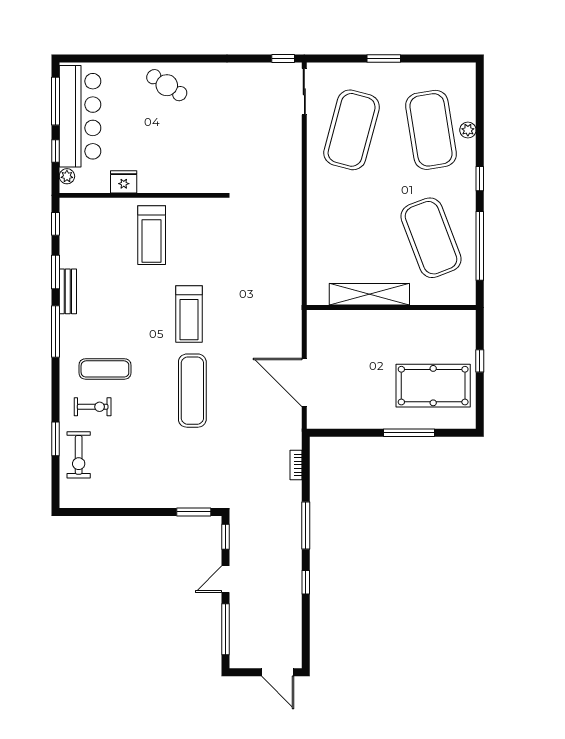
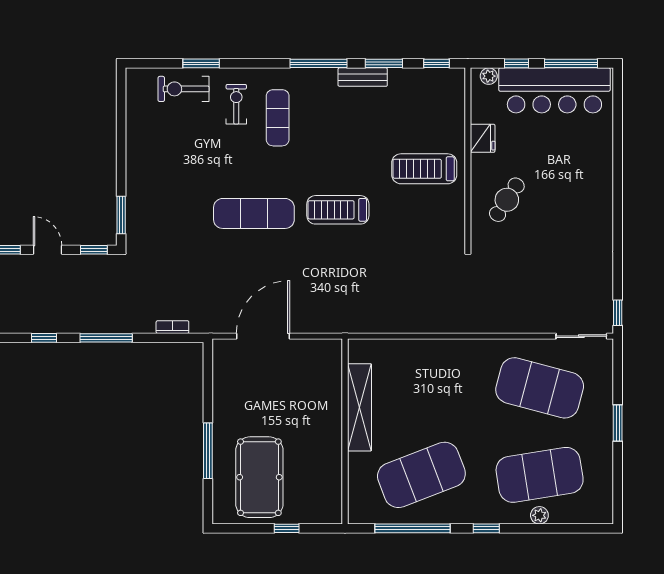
cafe table: (167, 85) -> (507, 200), moved
exercise bike: (93, 407) -> (236, 104), turned 180

